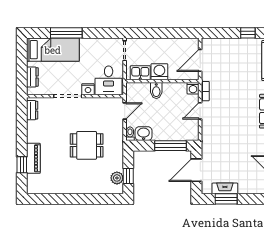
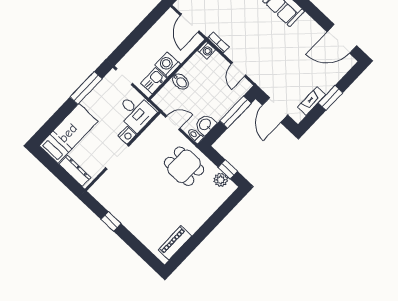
window: (66, 33) -> (86, 88), moved
dresser: (32, 77) -> (75, 171), width x1.44
dresser: (32, 110) -> (101, 196), removed
door: (125, 111) -> (173, 123), hinge flipped
door: (200, 111) -> (238, 70), moved
dining table: (87, 145) -> (184, 166), moved, turned 90
piano: (33, 158) -> (175, 243), moved, turned -90
window: (22, 165) -> (111, 221), moved
window: (226, 199) -> (331, 98), moved

